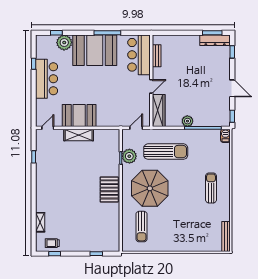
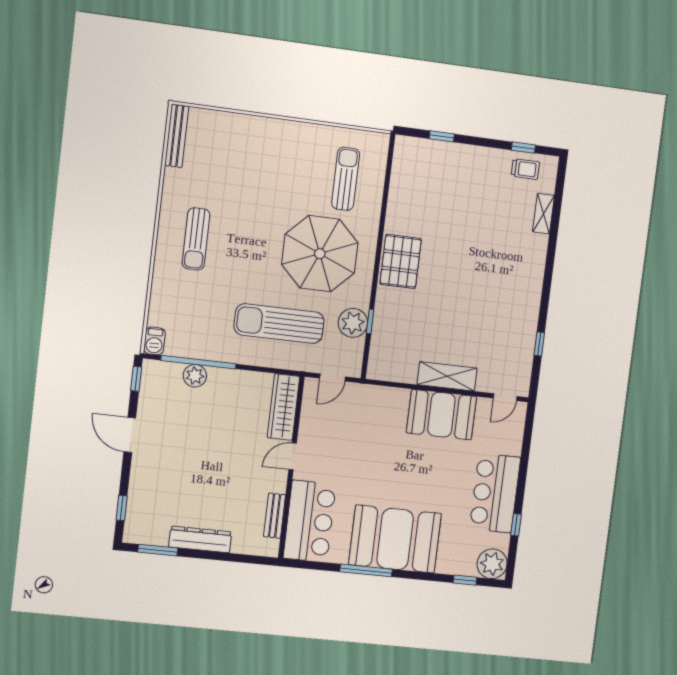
dresser: (215, 40) -> (200, 539), moved
plant: (64, 43) -> (492, 564), moved
plant: (187, 121) -> (195, 376), moved

